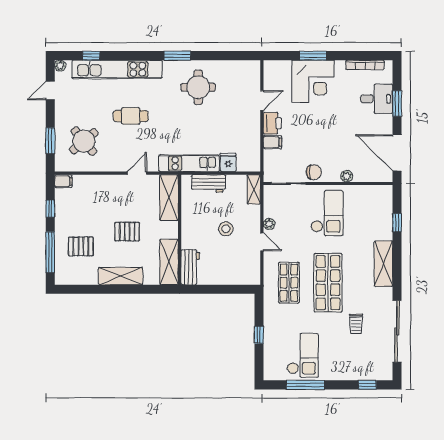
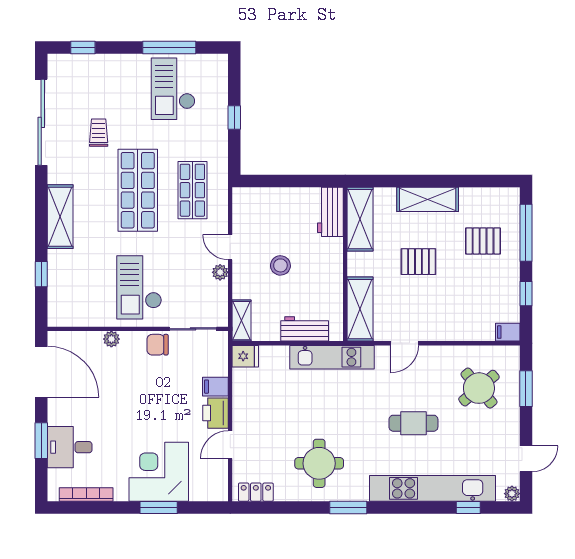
locker: (244, 67) -> (256, 492), added
fridge: (228, 162) -> (245, 356), moved, turned -90

